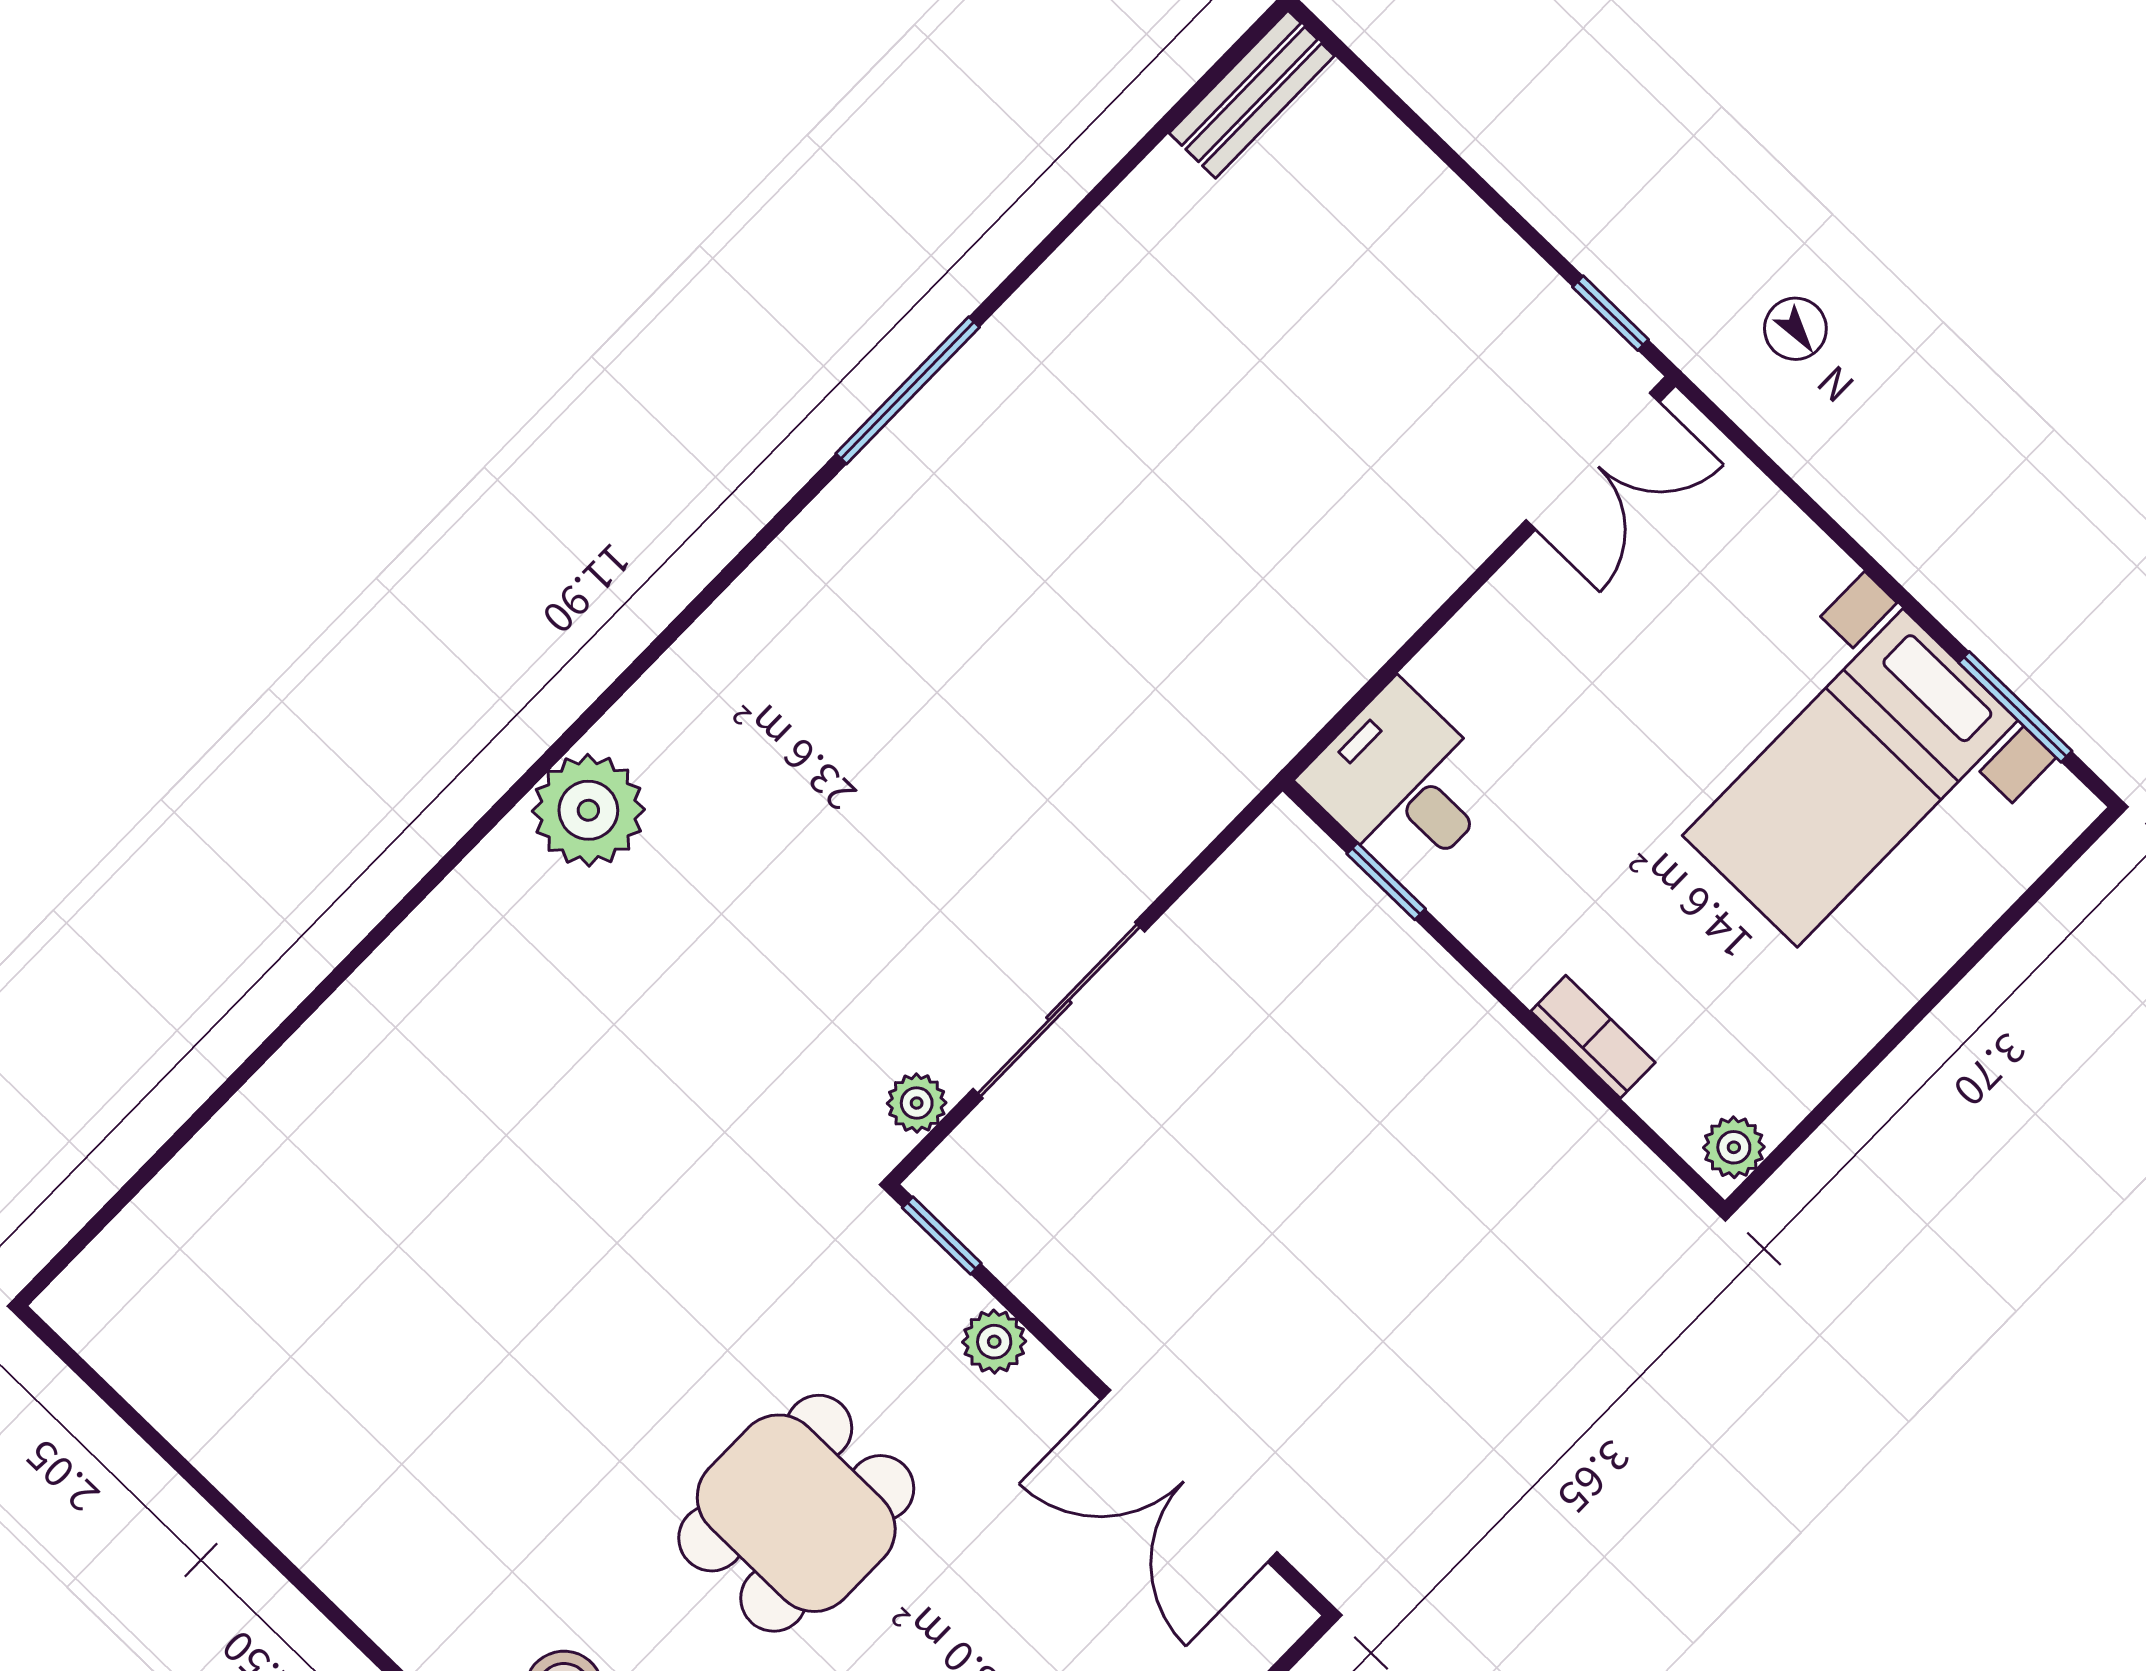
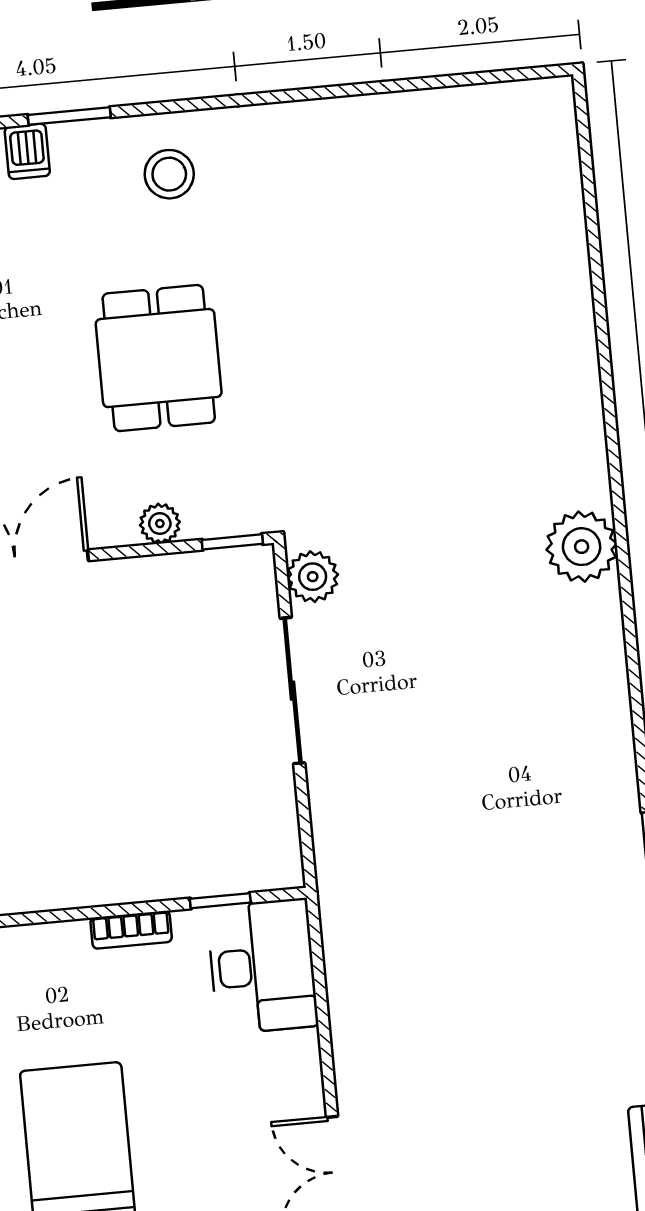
desk: (1403, 783) -> (262, 966), width x1.37
bookcase: (1593, 1037) -> (131, 930), moved
plant: (917, 1103) -> (313, 577), width x1.38, depth x1.38

